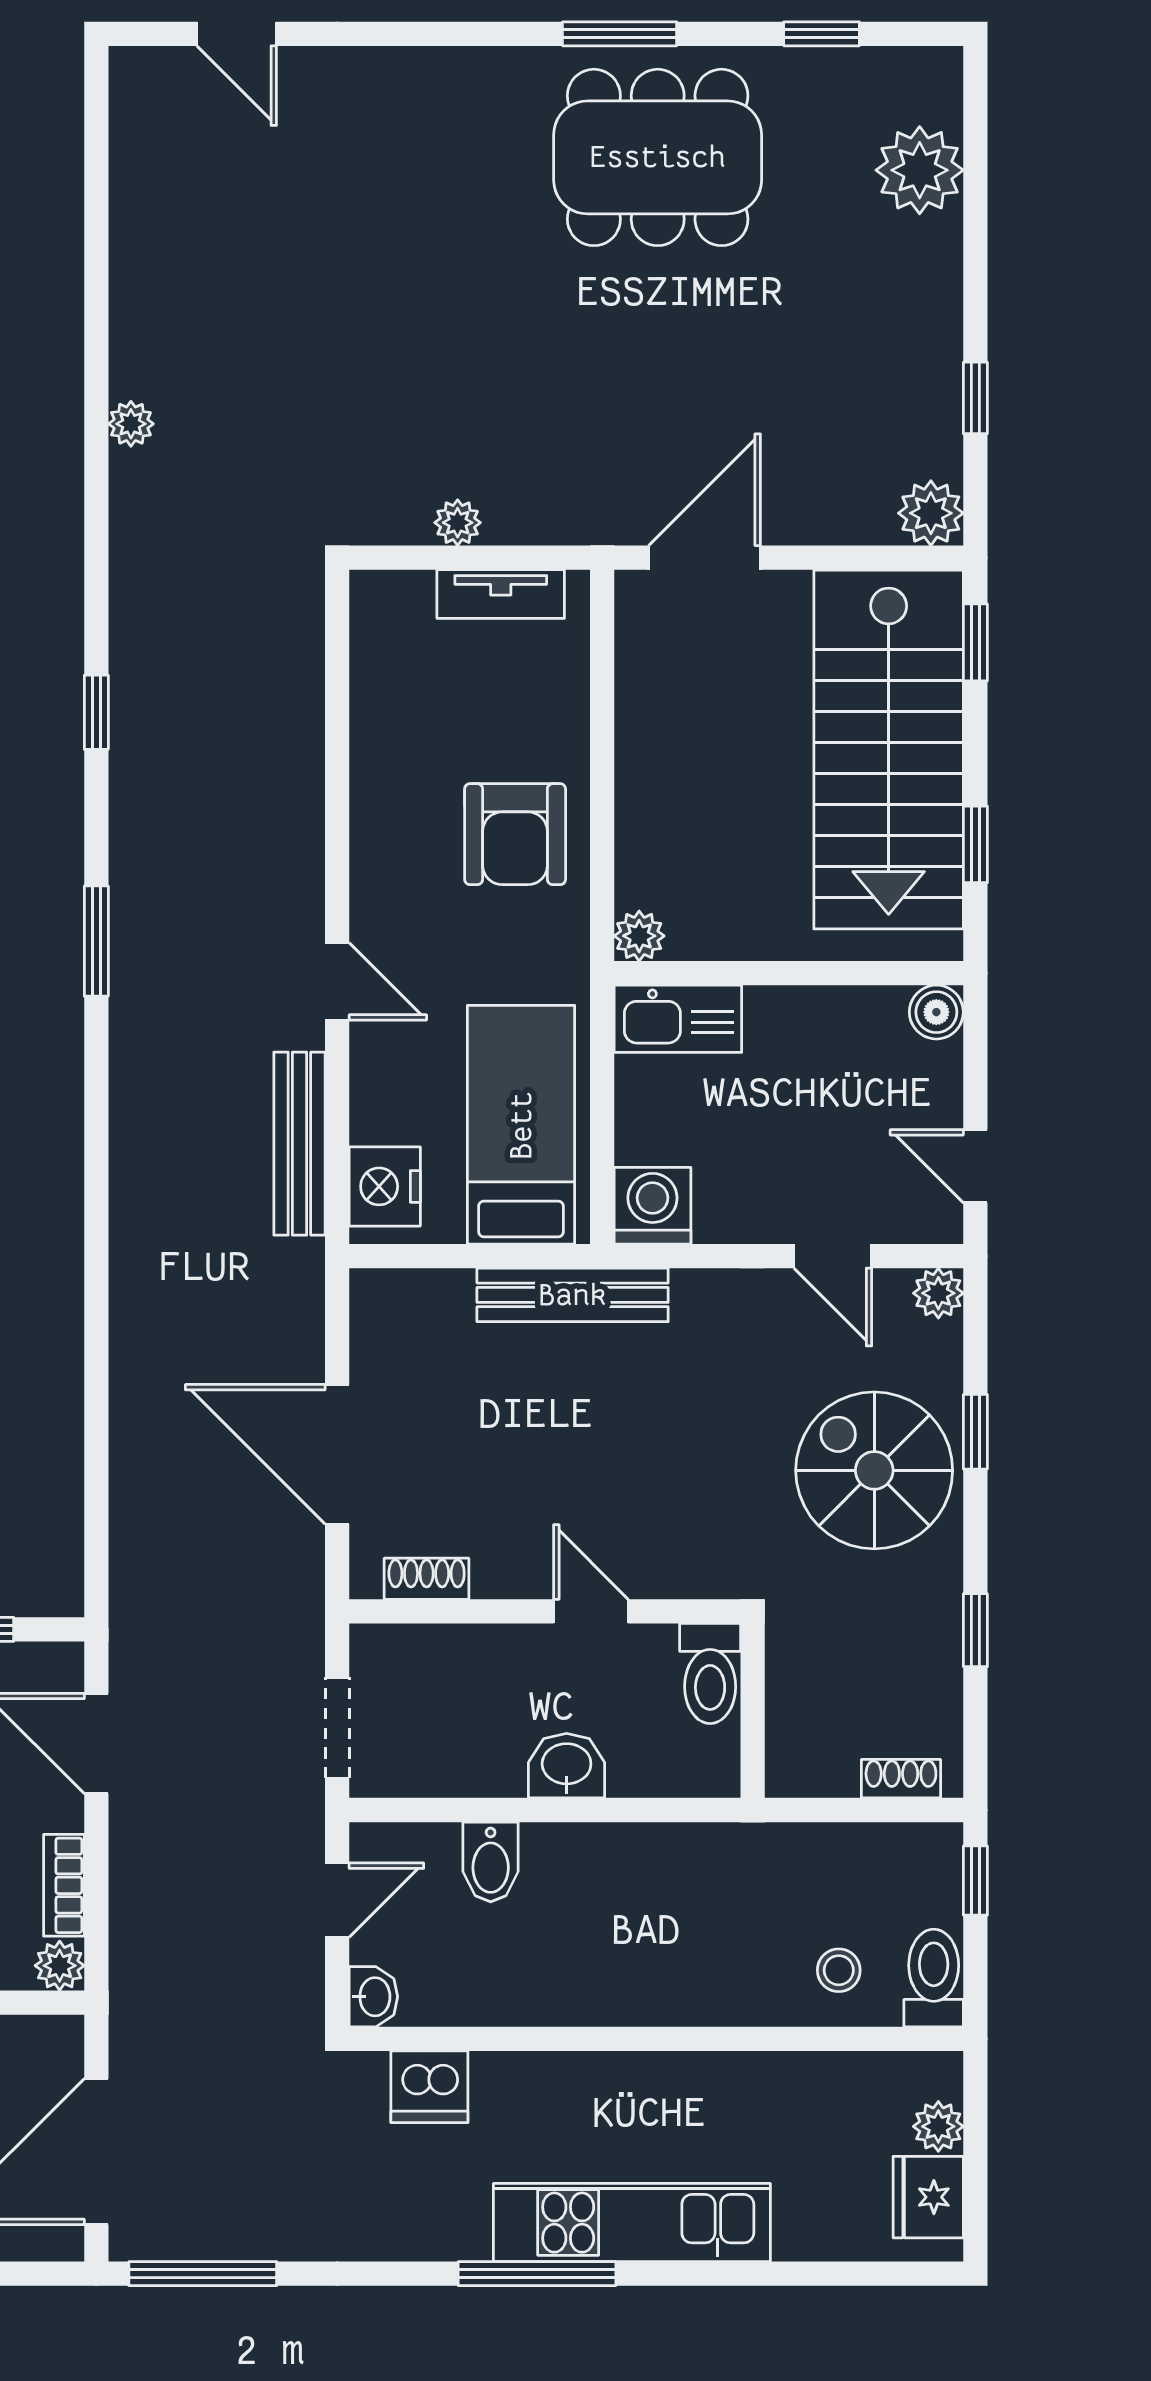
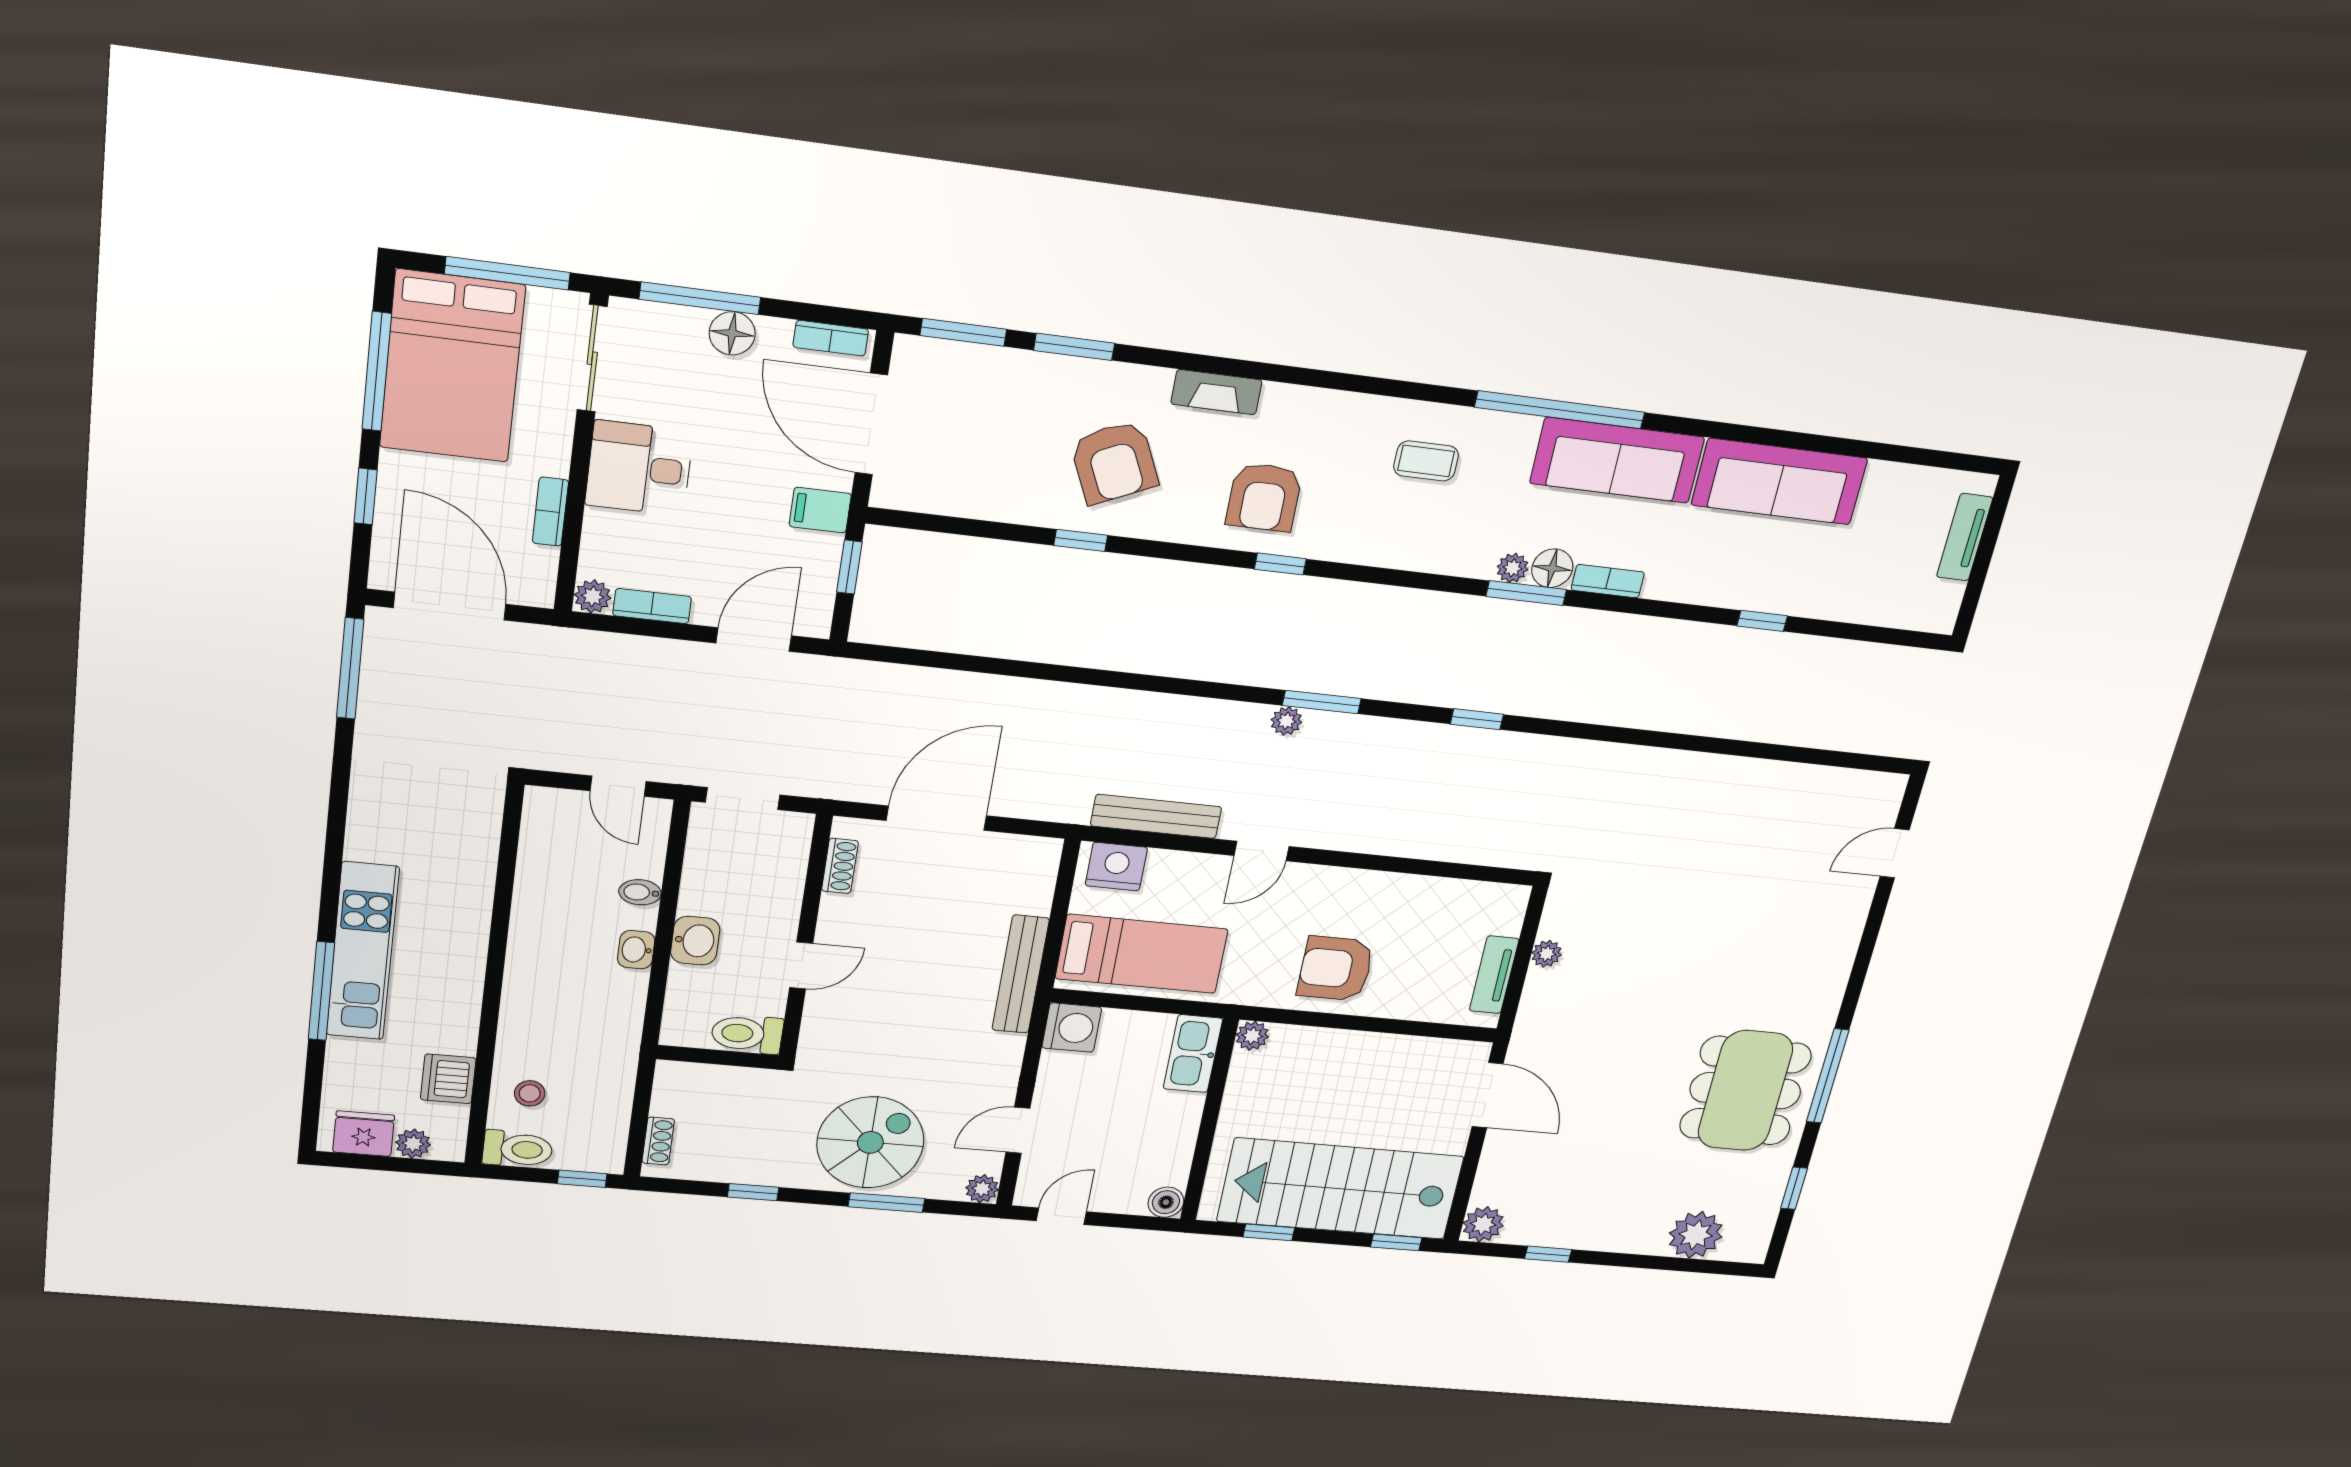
window: (620, 34) -> (1828, 1076), width x1.44
plant: (131, 424) -> (1286, 721), moved
window: (975, 1432) -> (886, 1203), width x1.50
bidet: (491, 1862) -> (640, 892), width x0.72, depth x0.74
washbasin: (373, 1997) -> (636, 950), moved, turned 90
dishwasher: (429, 2087) -> (448, 1079), moved
window: (537, 2274) -> (321, 991), moved

